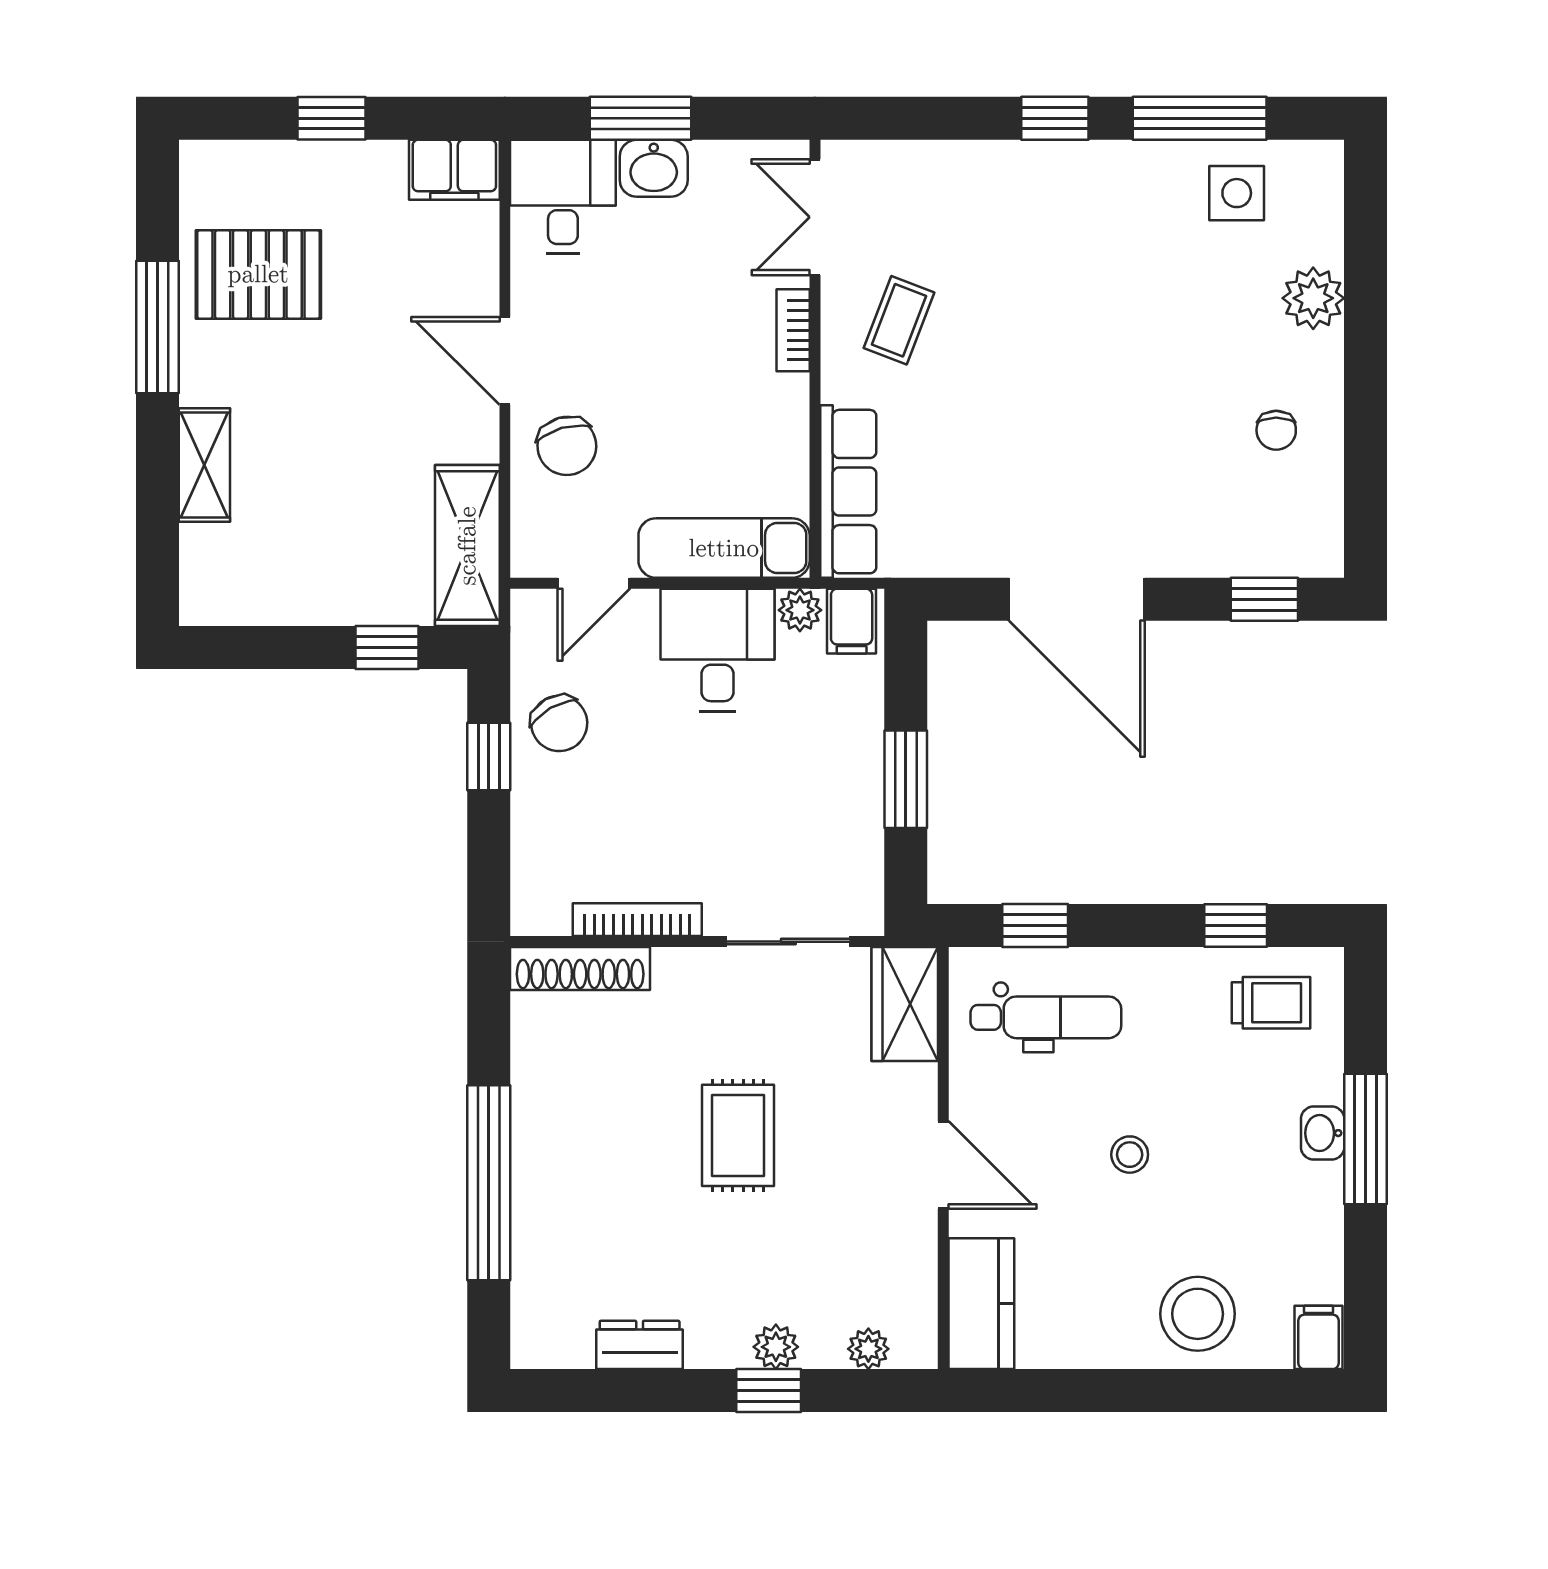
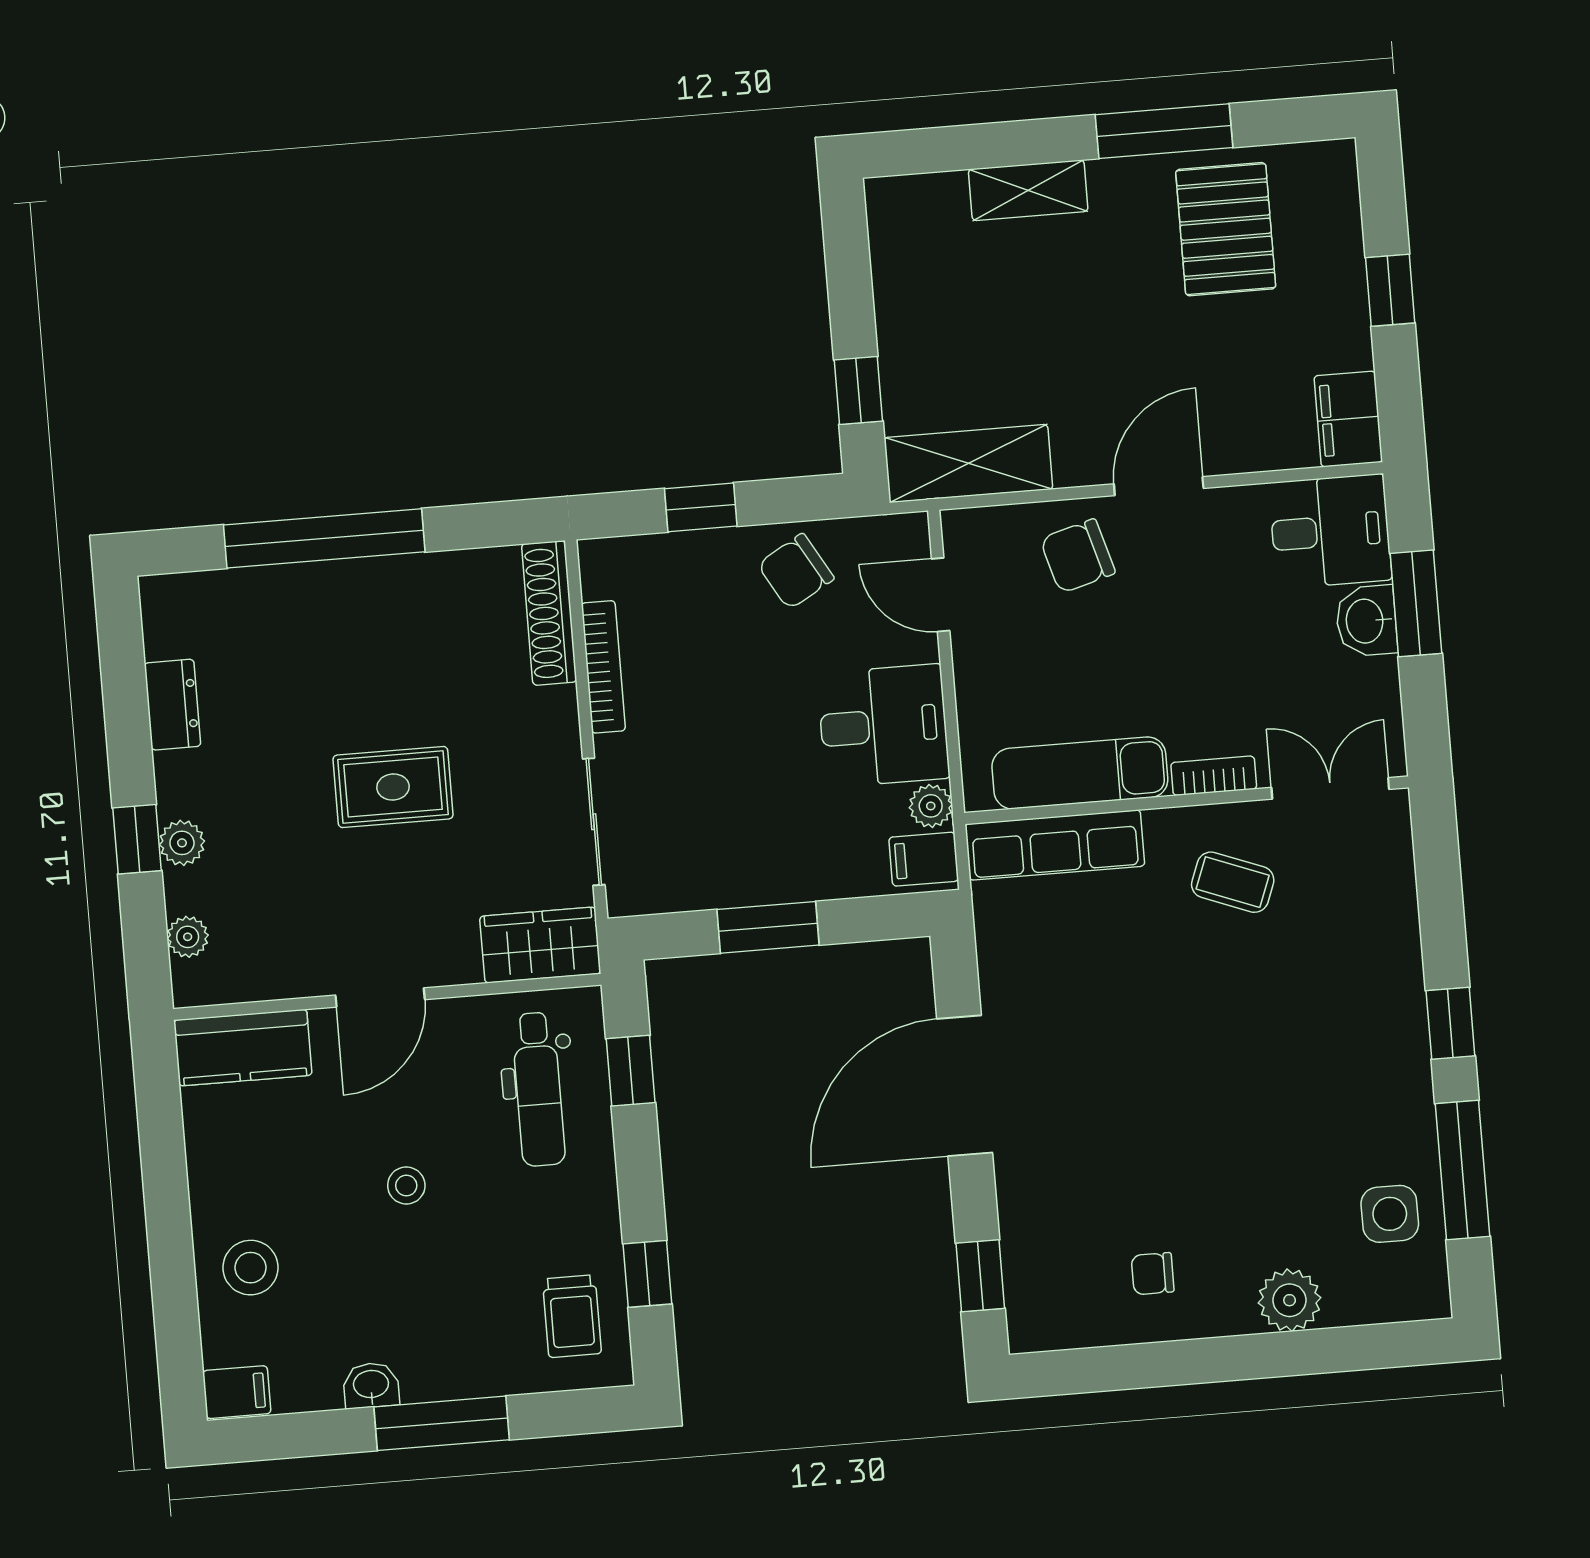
exam couch: (724, 548) -> (1080, 773), moved, turned -90
window: (489, 757) -> (701, 507), moved
washbasin: (1323, 1133) -> (371, 1385), moved
stool: (1198, 1314) -> (251, 1268), width x0.73, depth x0.73

